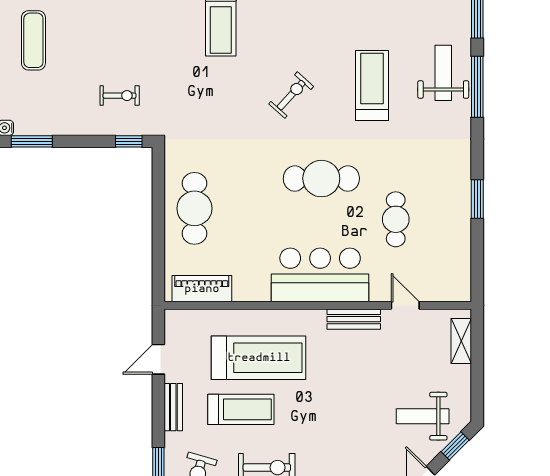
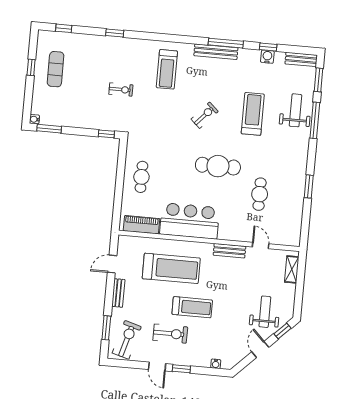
exercise bike: (120, 96) -> (121, 90), moved
cafe table: (194, 208) -> (141, 177), width x0.73, depth x0.74
bar counter: (320, 275) -> (190, 221), moved
treadmill: (241, 409) -> (192, 307), moved
weight bench: (423, 416) -> (265, 312), turned 90

